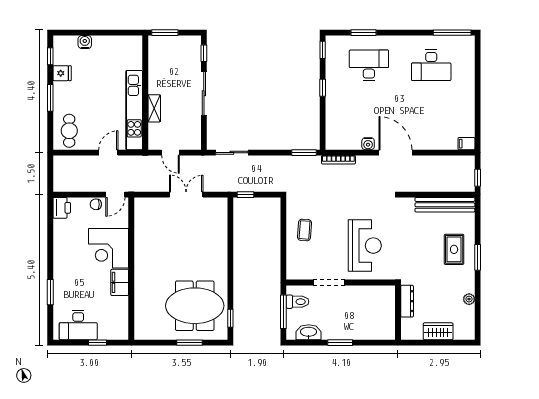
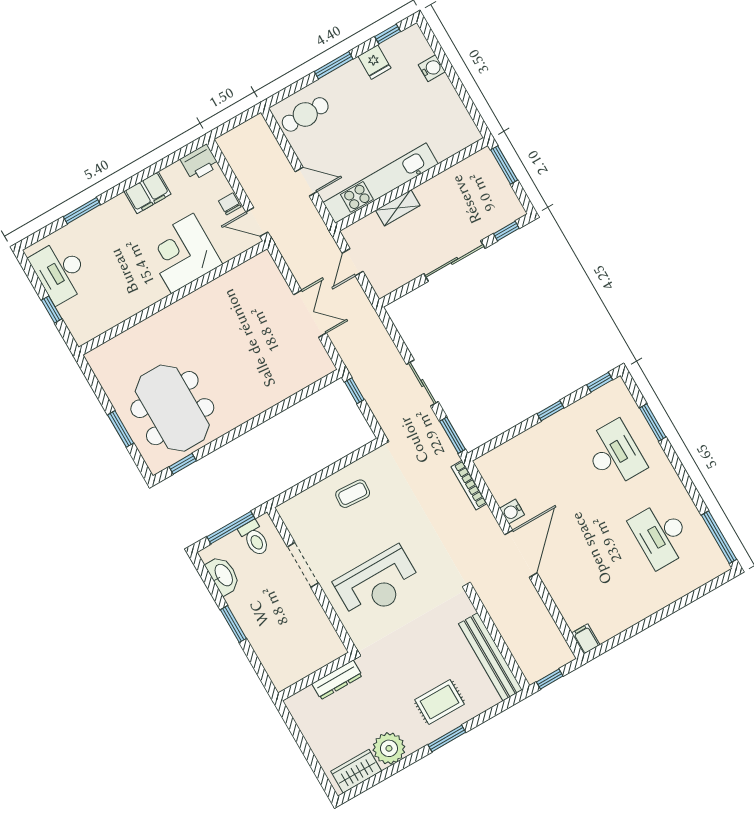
sliding door: (232, 153) -> (422, 383), moved
filing cabinet: (120, 282) -> (148, 193), moved, turned 180
plant: (469, 299) -> (389, 748), width x1.87, depth x1.87
wardrobe: (438, 331) -> (356, 771), moved, turned -90

